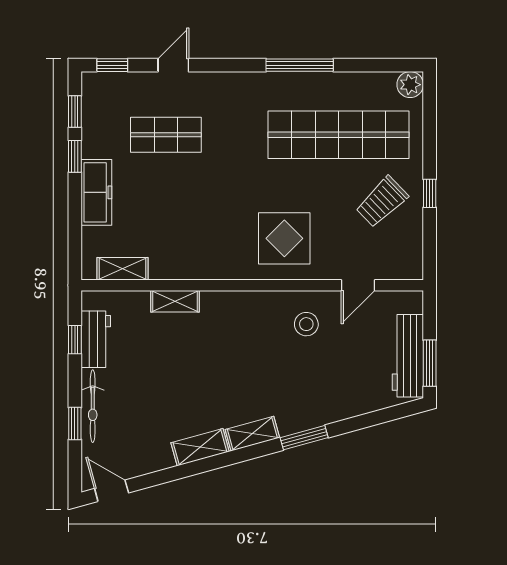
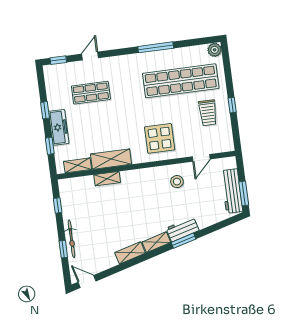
window: (75, 112) -> (50, 146), moved
trolley: (382, 202) -> (208, 113), turned -46
shelving: (187, 265) -> (111, 159), added
workbench: (96, 339) -> (183, 229), moved, turned -105

